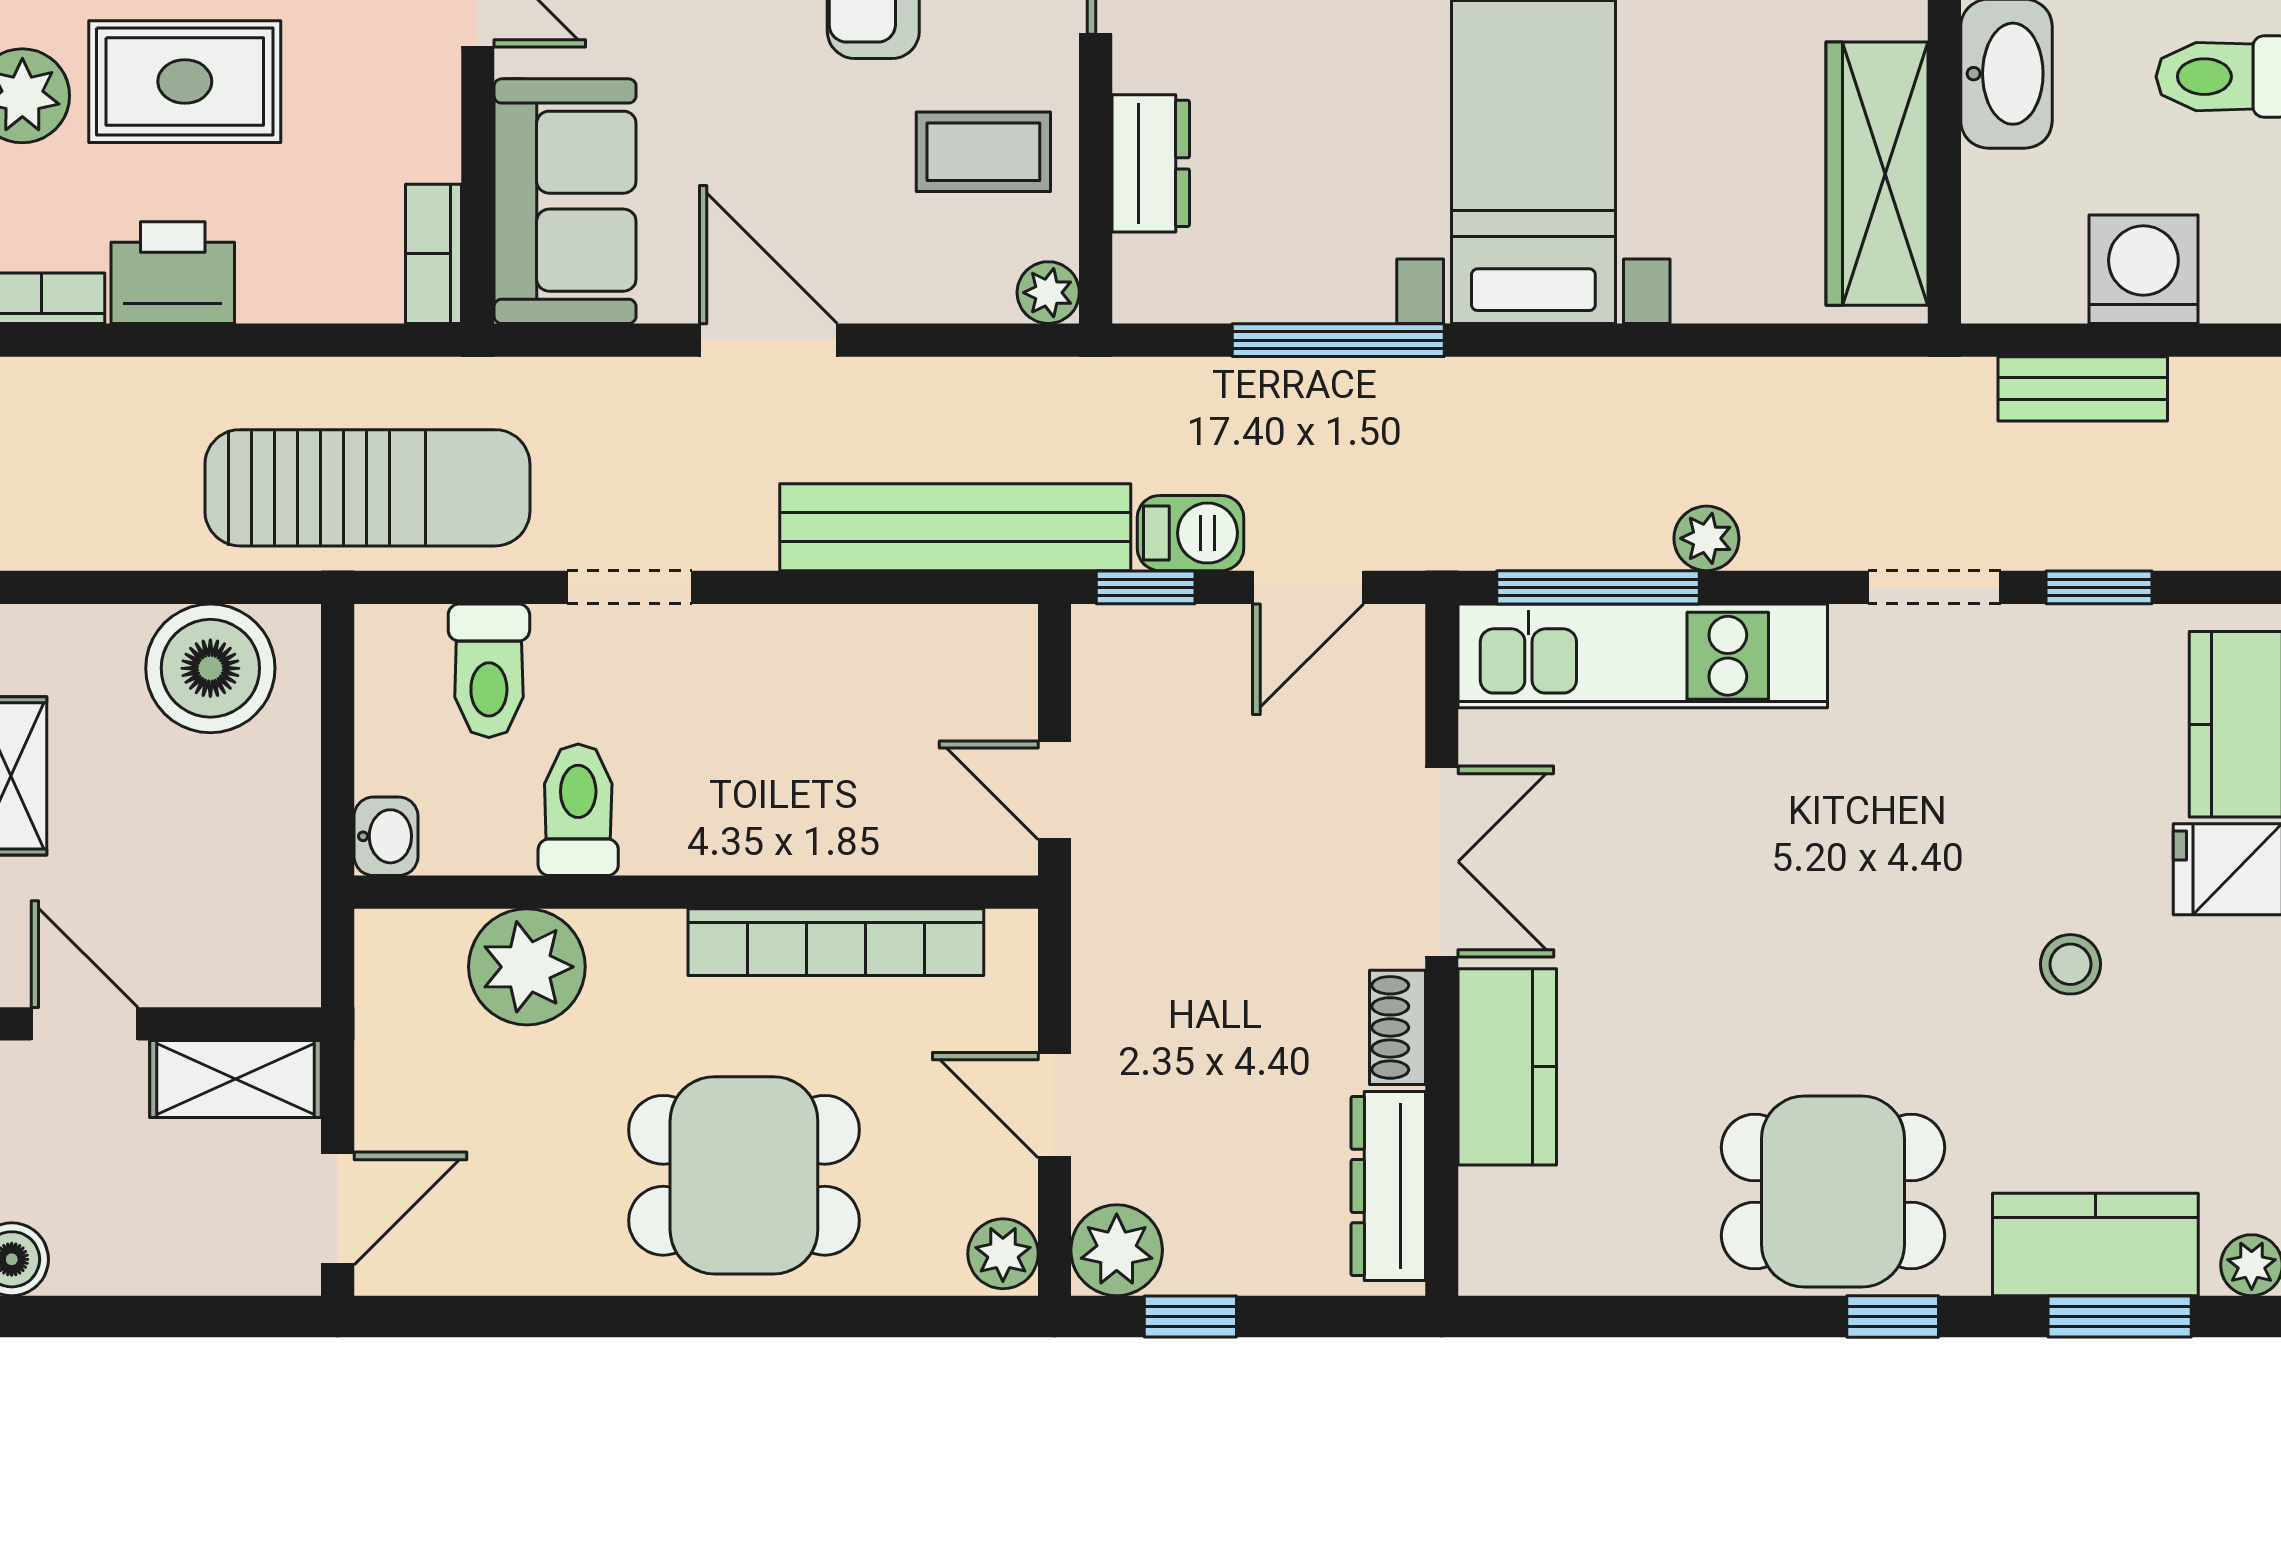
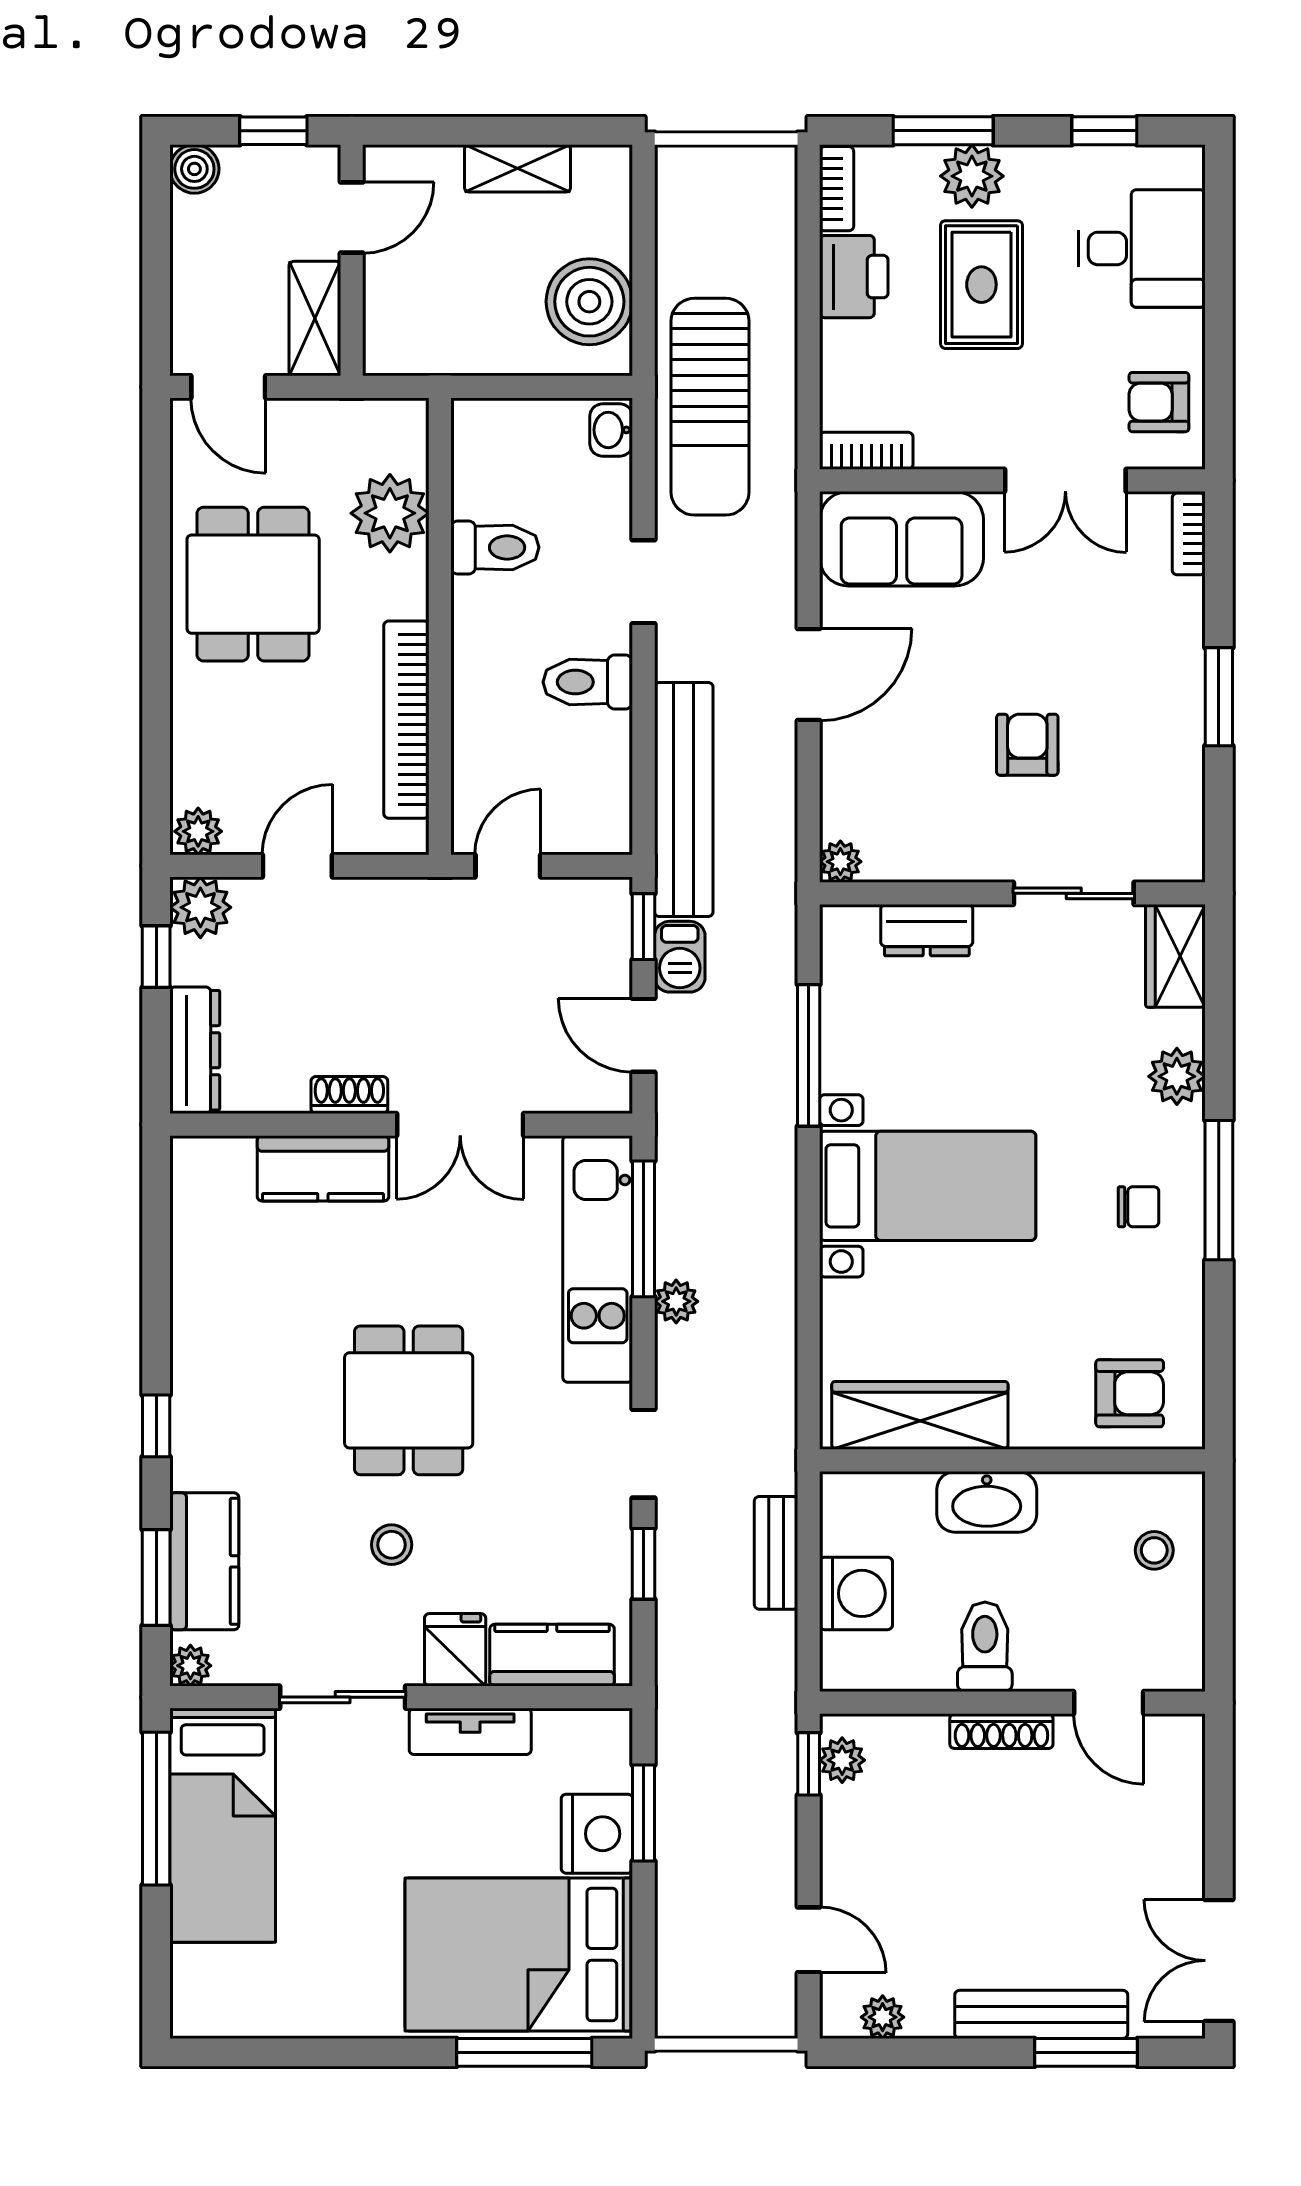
coffee table: (983, 152) -> (935, 818), removed
toilet: (489, 671) -> (588, 682), moved
washbasin: (386, 836) -> (611, 430), moved, turned 90
dining table: (744, 1175) -> (253, 584), moved
dresser: (1388, 1186) -> (195, 1050), moved, turned 90
dining table: (1833, 1191) -> (409, 1400), moved

